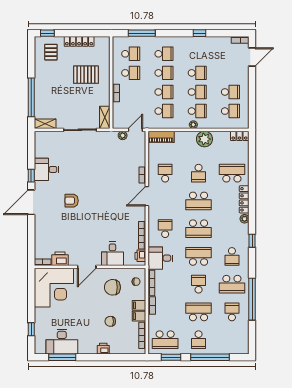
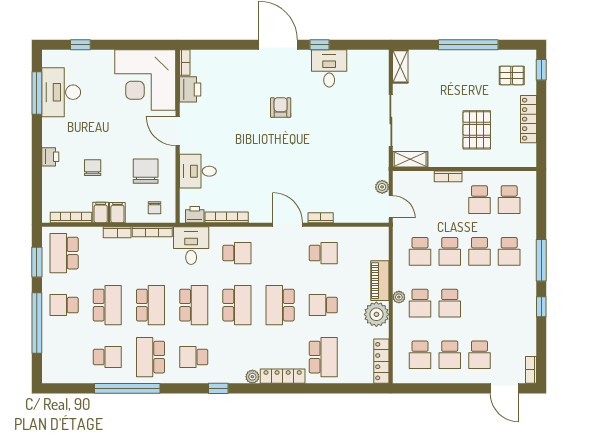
window: (142, 33) -> (541, 260), moved
school desk: (197, 73) -> (479, 355), moved
window: (31, 97) -> (468, 45), moved
locker: (239, 136) -> (381, 361), width x1.53
piano: (161, 137) -> (380, 281), moved
school desk: (199, 229) -> (237, 305), turned 180
school desk: (199, 284) -> (151, 305), width x1.85

